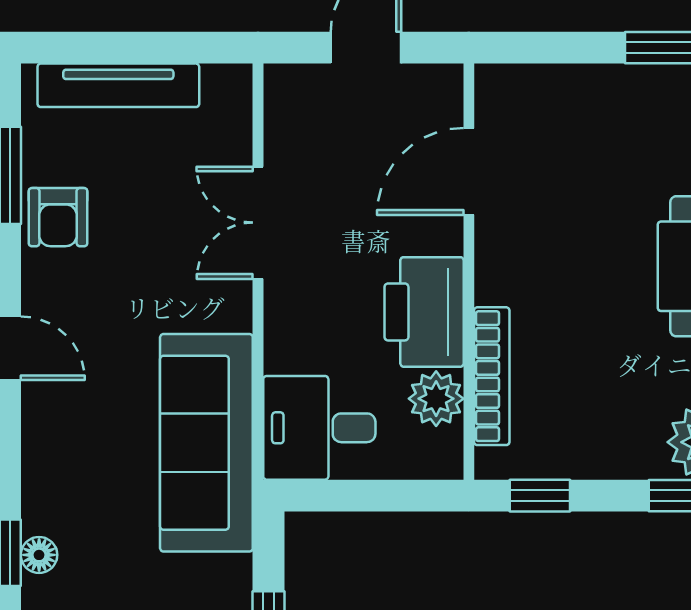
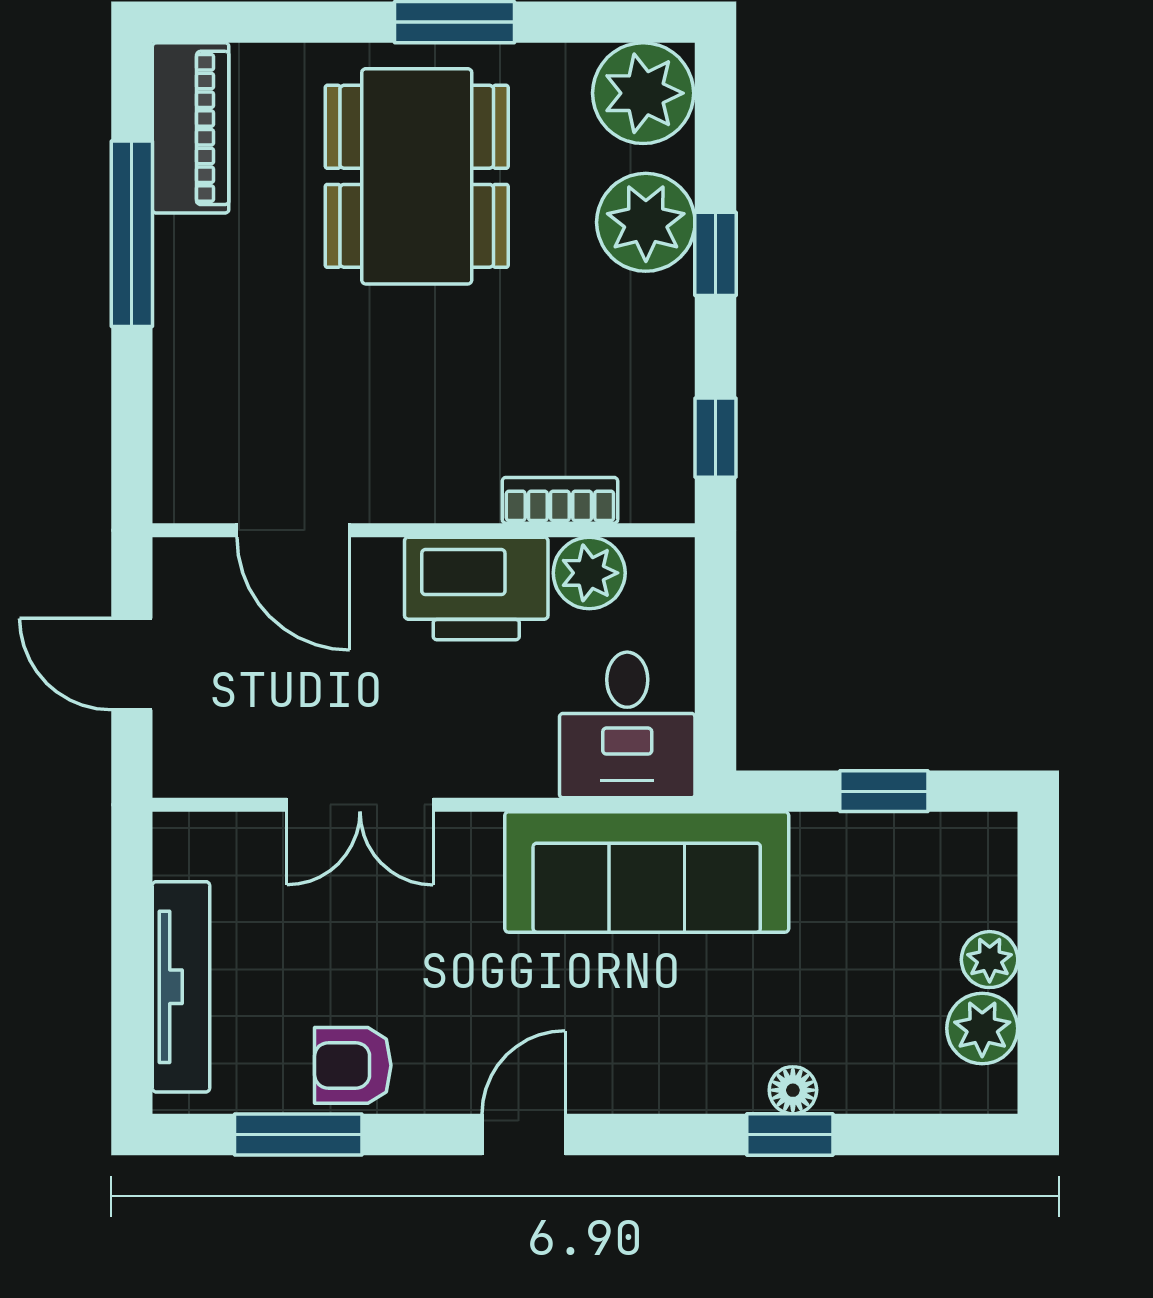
armchair: (58, 217) -> (353, 1065), turned 180
bookcase: (492, 376) -> (560, 500), width x0.64

